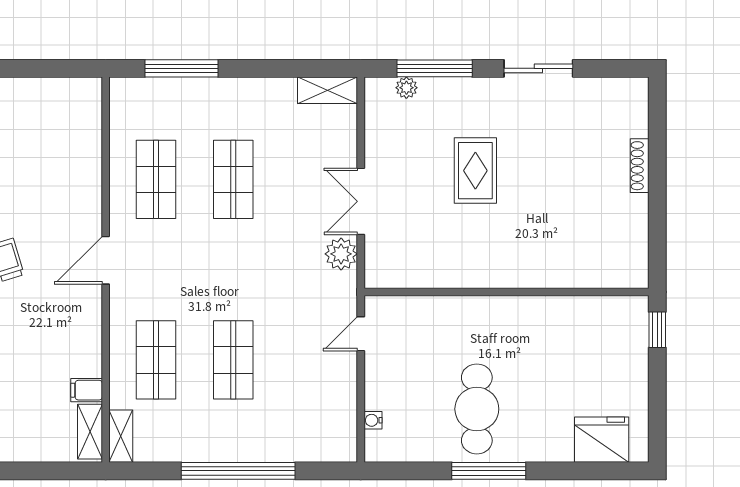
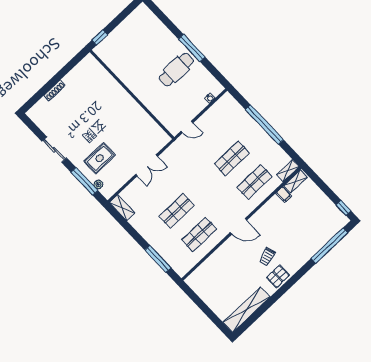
rug: (475, 171) -> (100, 158), moved
plant: (341, 254) -> (168, 156), removed
fridge: (602, 440) -> (149, 22), removed

